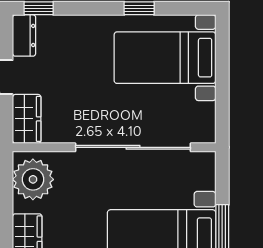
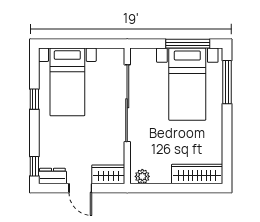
plant: (33, 179) -> (142, 176), width x0.53, depth x0.53

